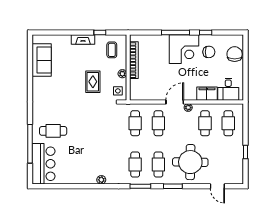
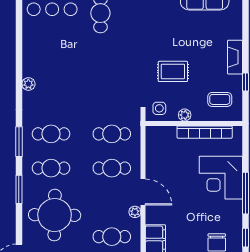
corner desk: (184, 49) -> (221, 178), moved

